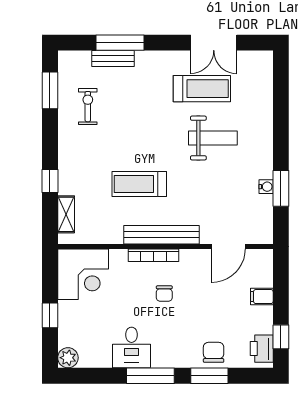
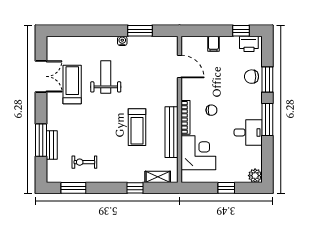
water cooler: (266, 187) -> (122, 41), moved
bench: (161, 235) -> (172, 132), moved
corner desk: (83, 274) -> (198, 153), moved

